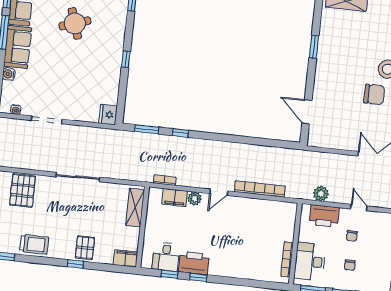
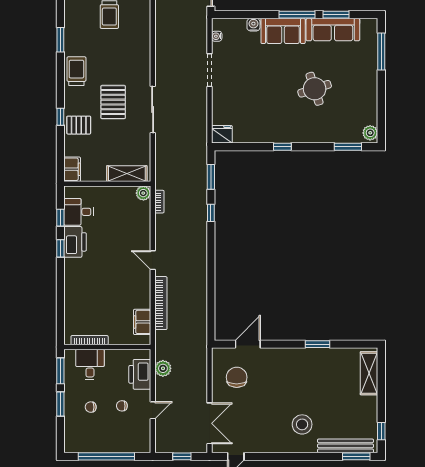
chair: (374, 94) -> (237, 377), moved, turned 180
pallet: (23, 190) -> (113, 102), moved, turned 90
filing cabinet: (175, 198) -> (142, 322), moved
plant: (195, 199) -> (143, 193), moved
trolley: (34, 244) -> (76, 71), turned 180
desk: (310, 261) -> (90, 364), width x0.73

